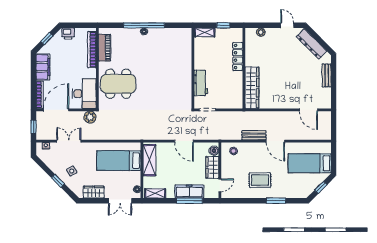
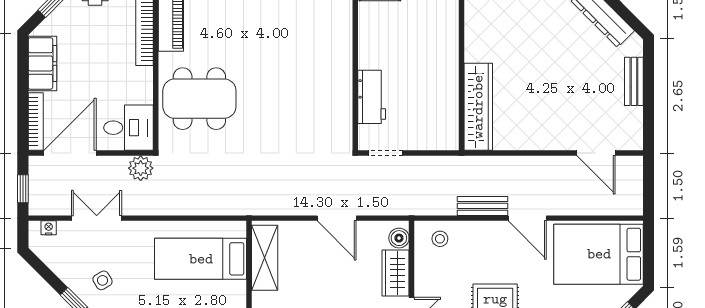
locker: (238, 56) -> (449, 42), removed
desk: (84, 94) -> (129, 128), width x0.73
bed: (310, 163) -> (599, 254), width x1.50

